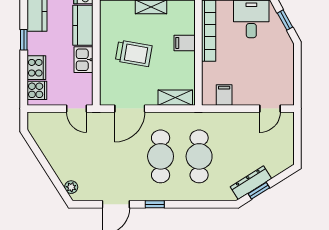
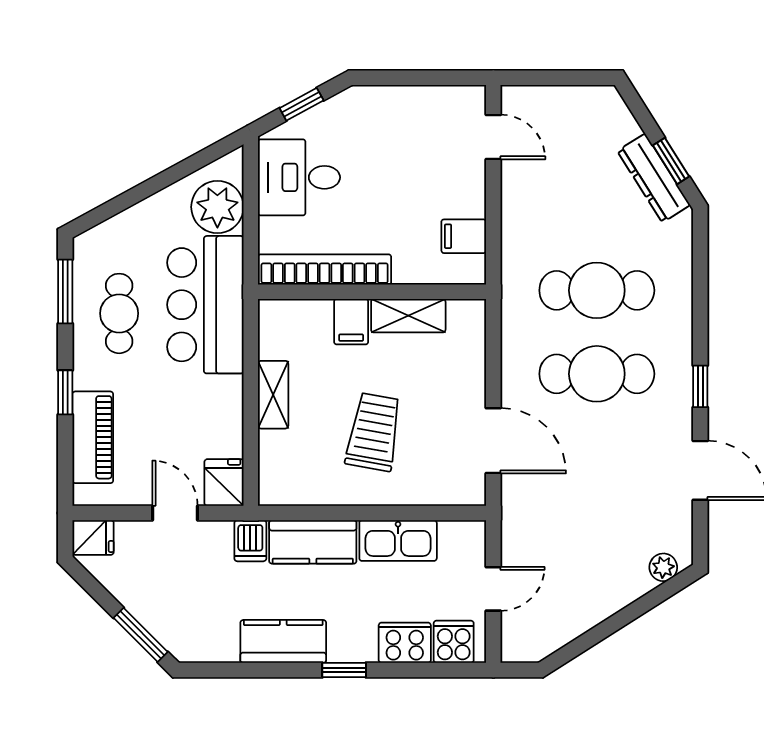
kitchen sink: (84, 60) -> (398, 541), width x1.38
shelving: (175, 98) -> (408, 316), moved, turned 90
door: (76, 109) -> (493, 589), moved

